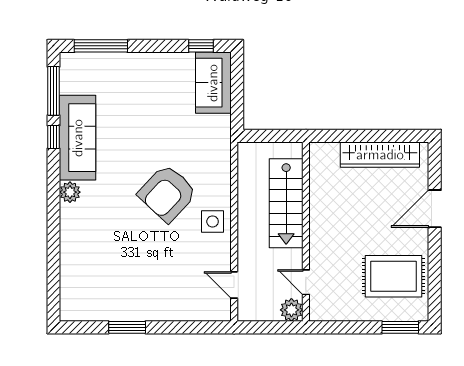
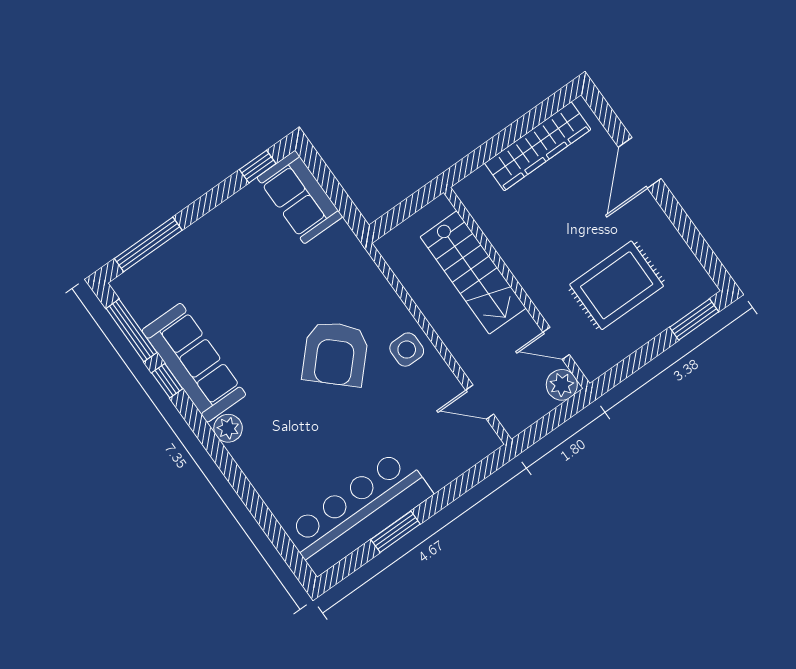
rug: (393, 276) -> (617, 285), moved
bar counter: (113, 300) -> (359, 512), added

